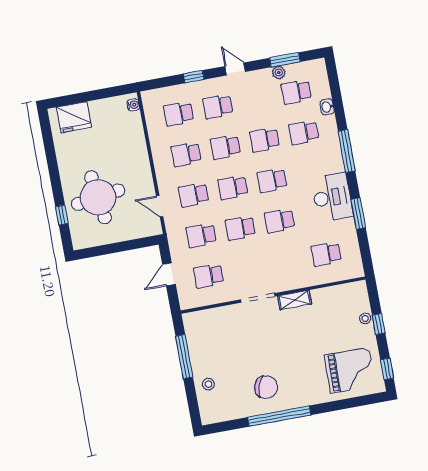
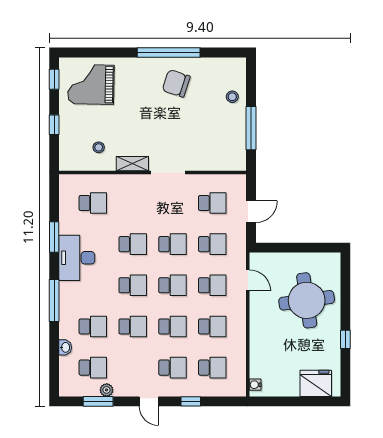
window: (62, 215) -> (345, 339), moved
stool: (365, 318) -> (99, 147), moved

